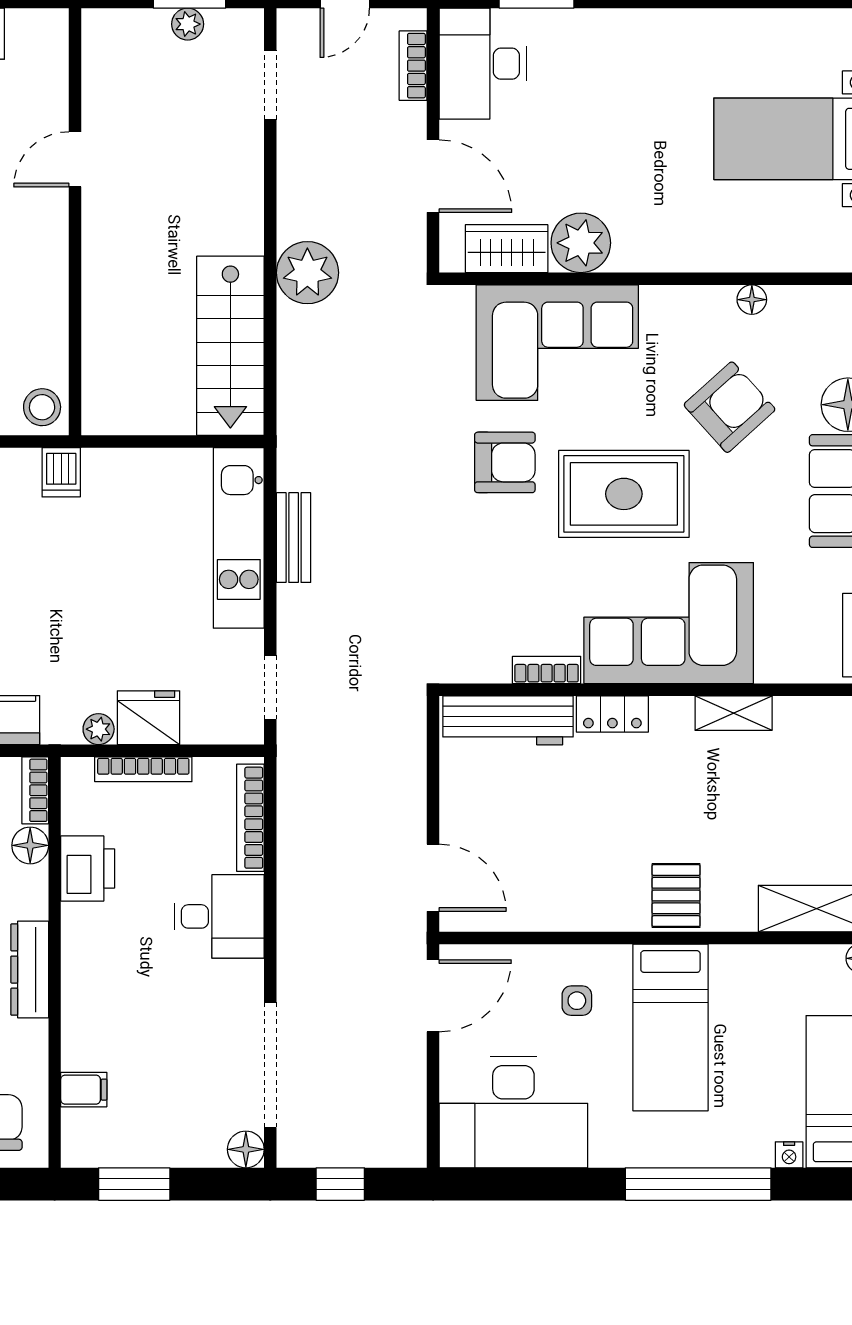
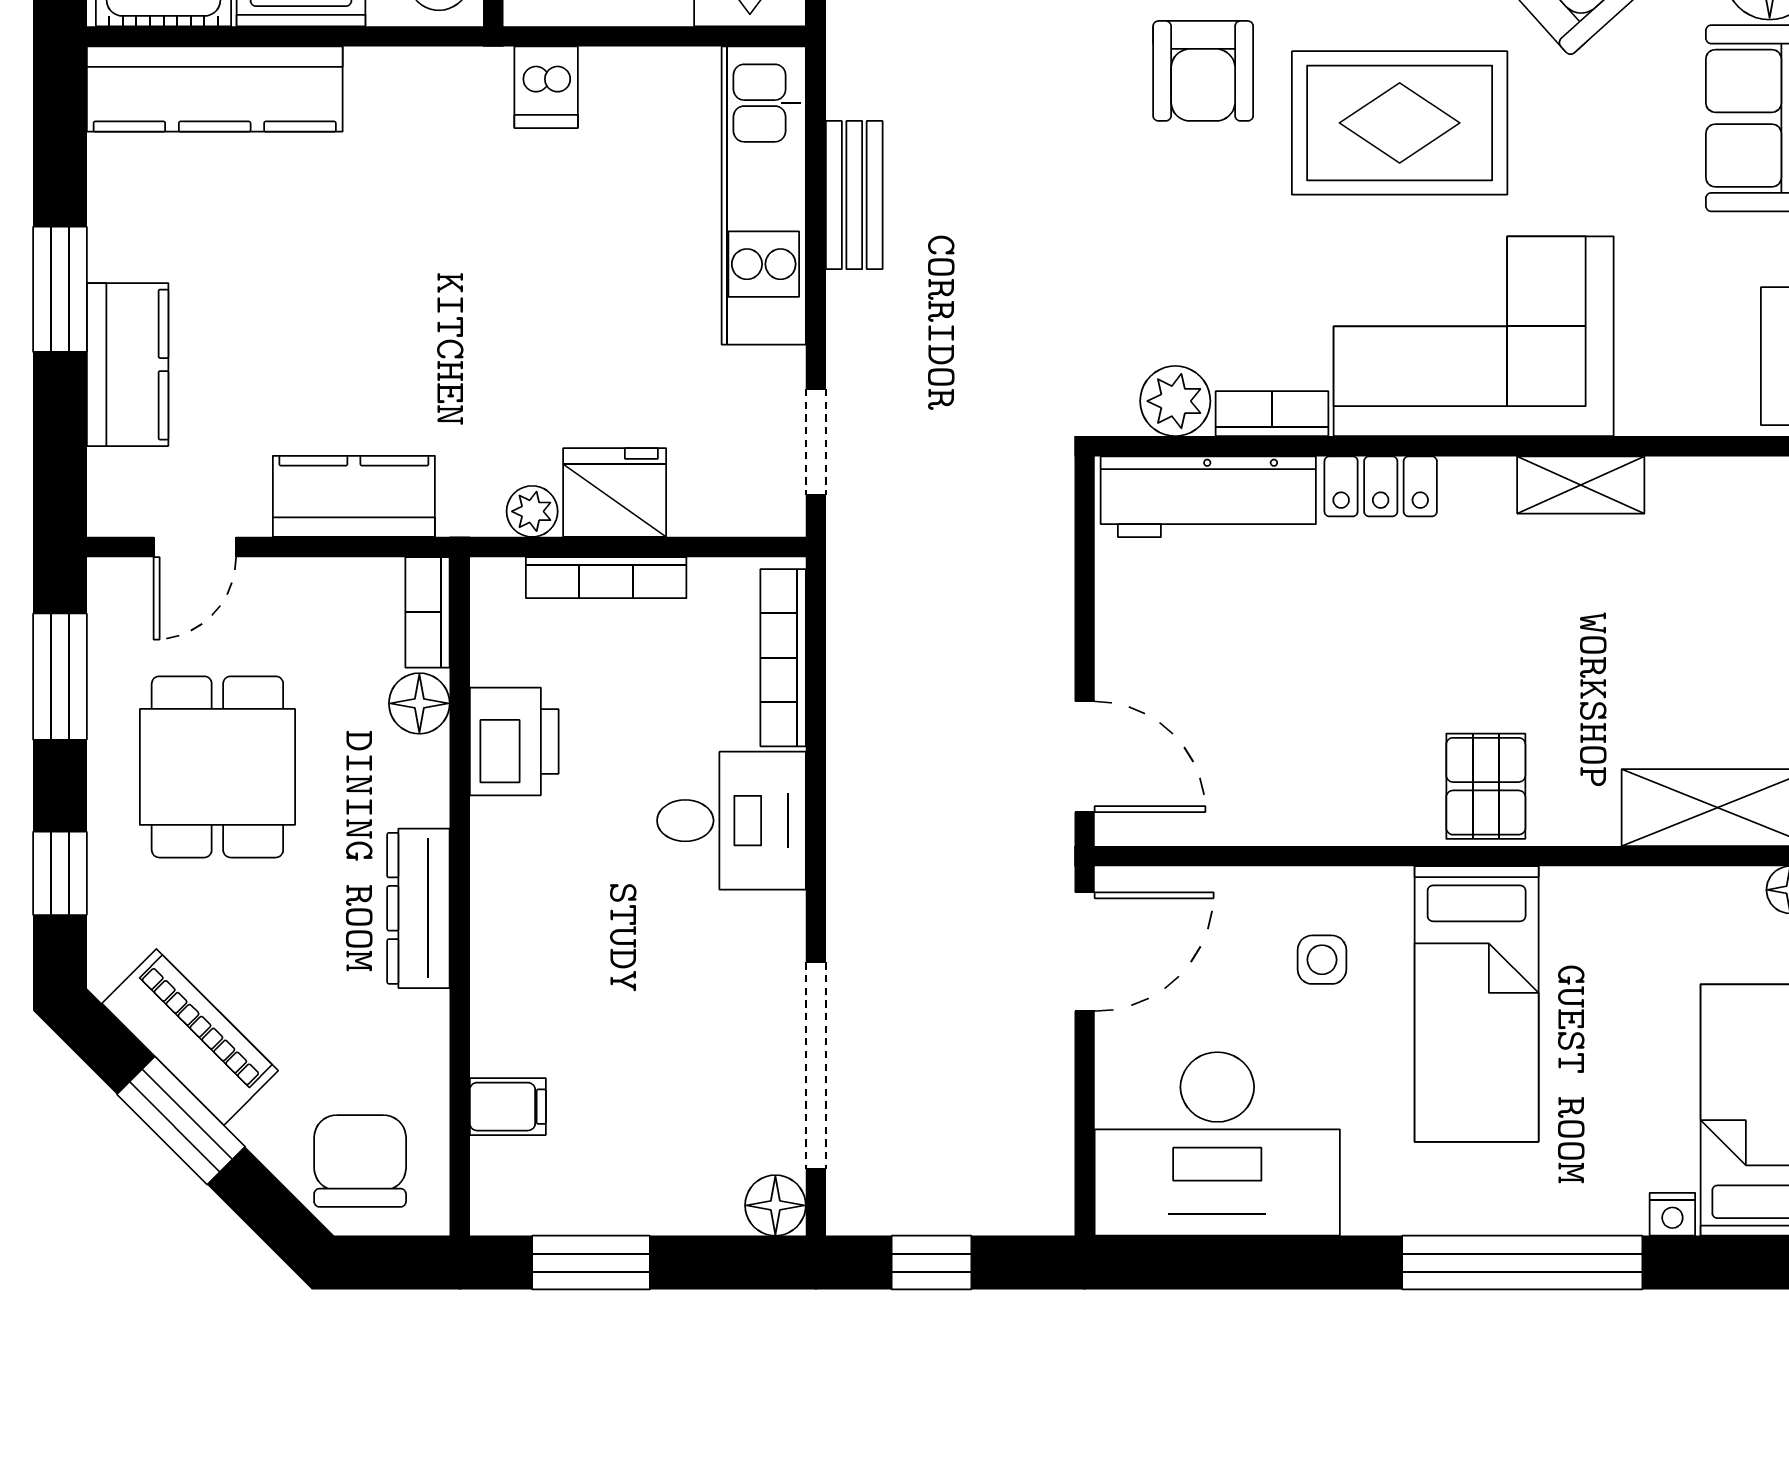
armchair: (505, 462) -> (1203, 71), turned 90
dishwasher: (61, 472) -> (546, 87), moved
plant: (488, 662) -> (1175, 401), added

